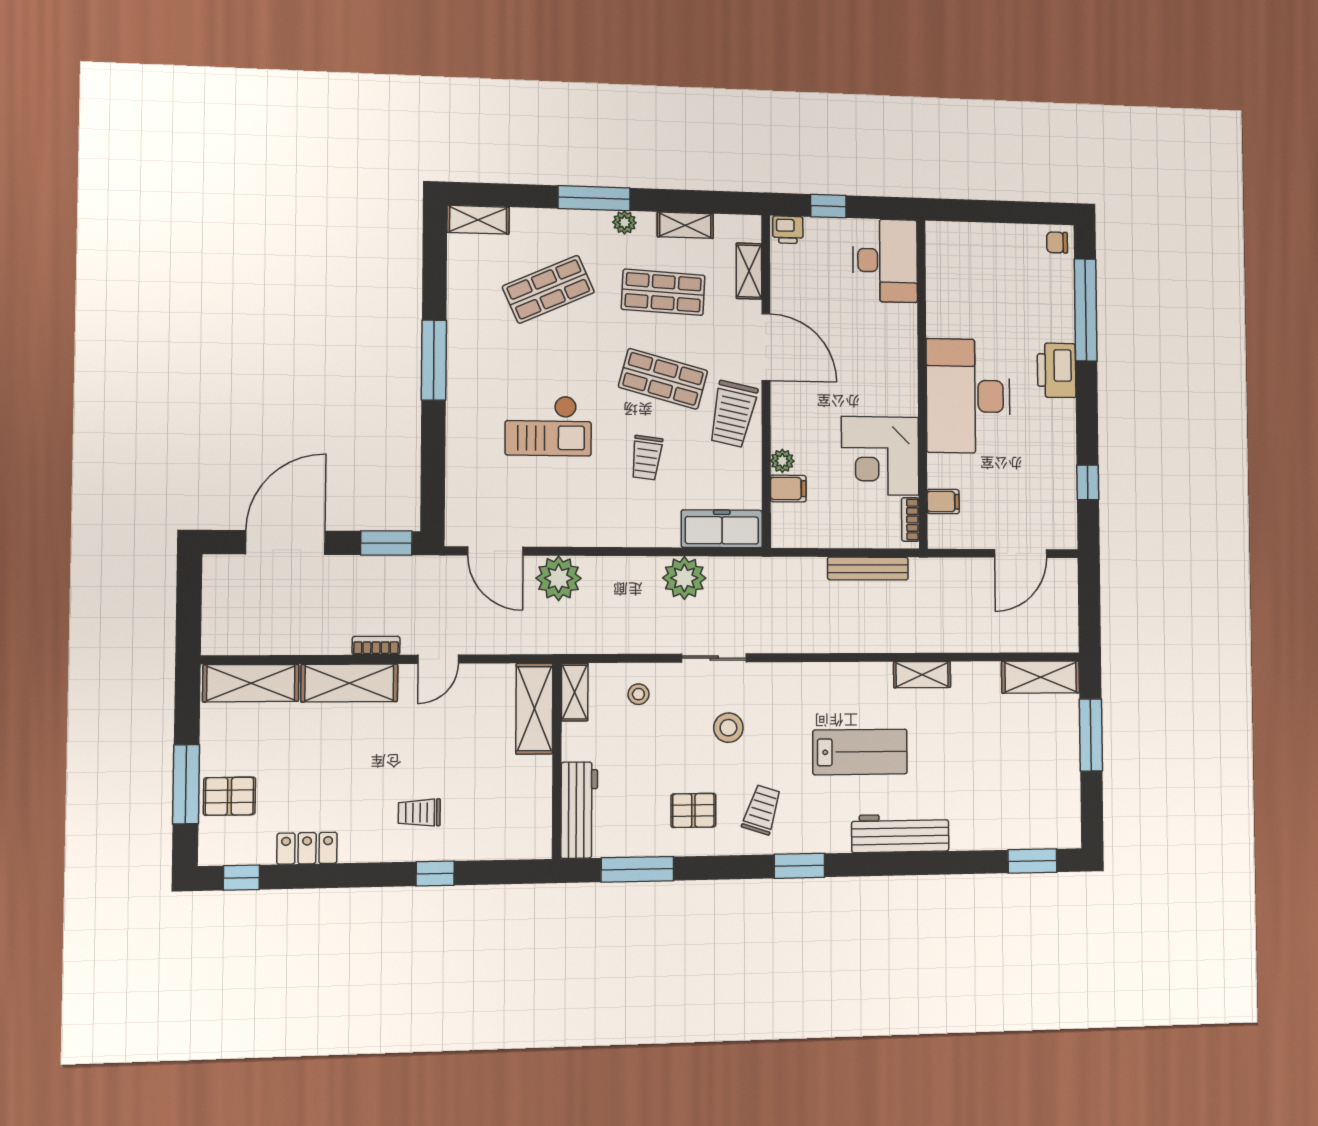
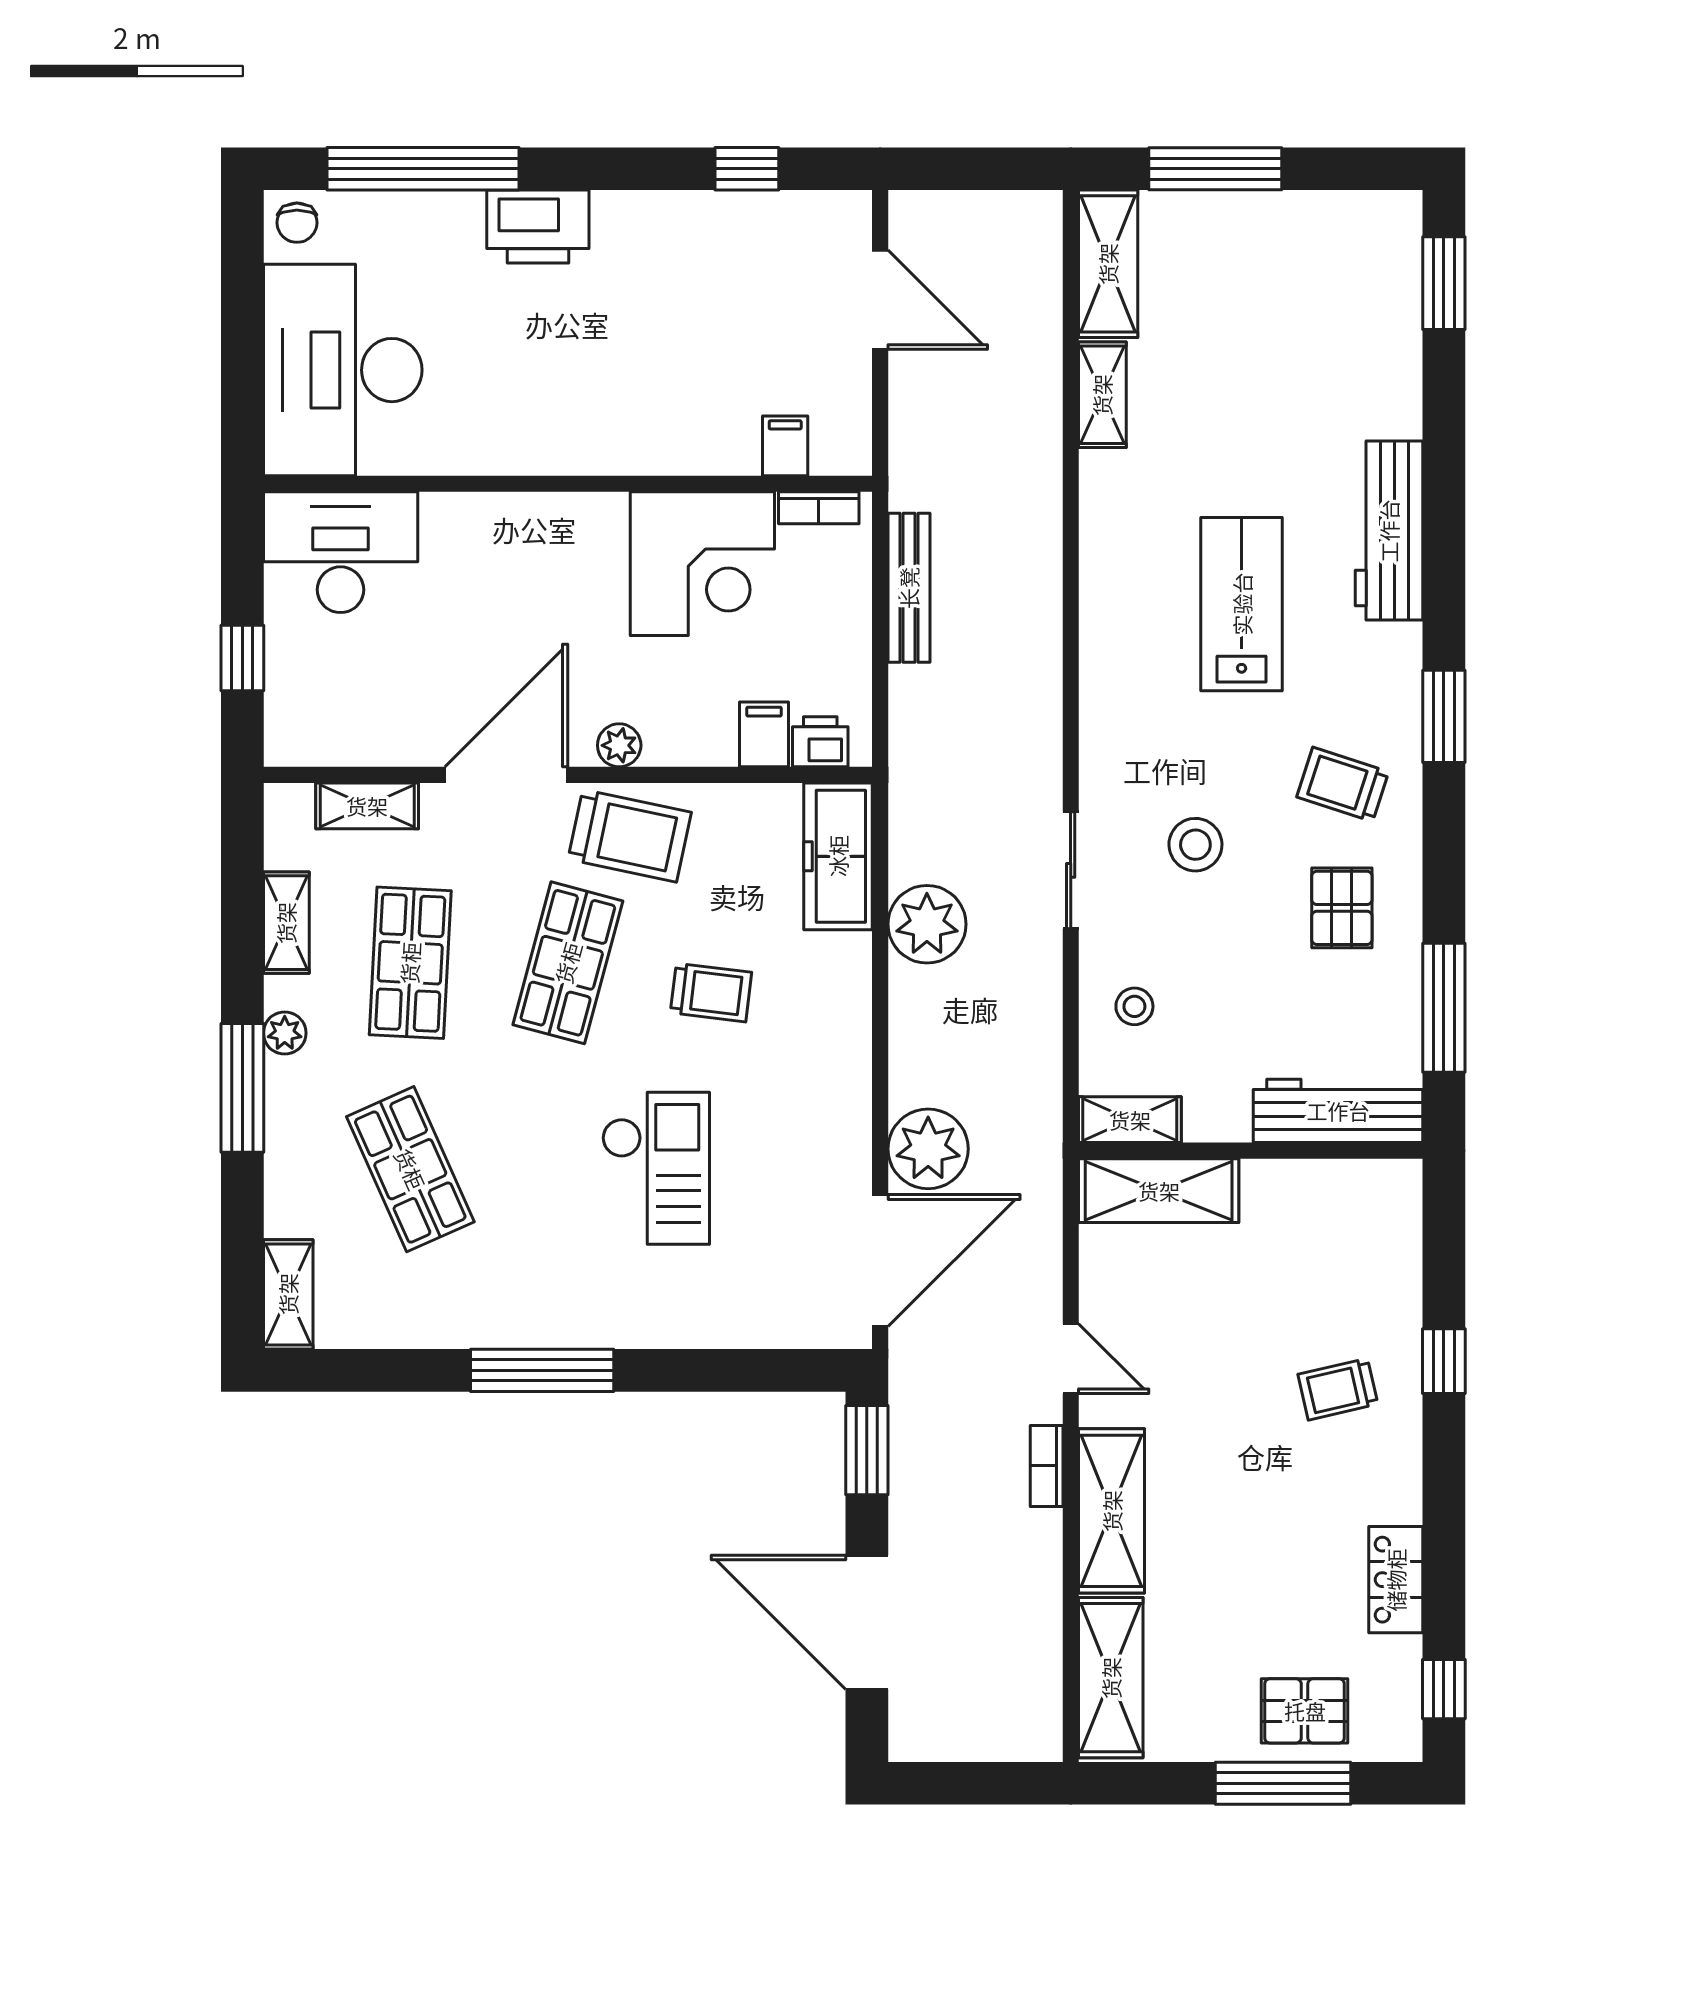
printer: (788, 230) -> (820, 742), moved, turned -90
desk: (968, 396) -> (343, 370), moved, turned 90
plant: (782, 461) -> (619, 745), moved
door: (495, 551) -> (880, 1260), width x1.36
shelving: (922, 675) -> (1102, 395), moved
pallet: (229, 796) -> (1305, 1711), turned 90
trolley: (419, 813) -> (1338, 1389), turned 77

